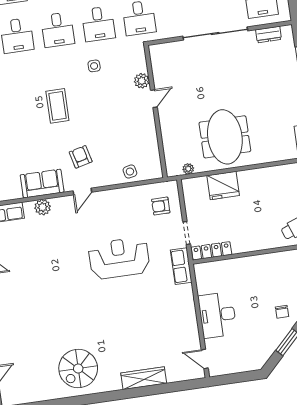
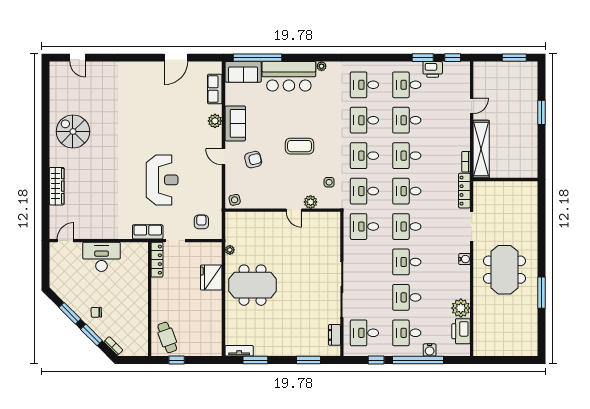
plant: (142, 81) -> (311, 202), moved
door: (154, 99) -> (294, 210), moved
wall: (156, 111) -> (283, 210), moved

